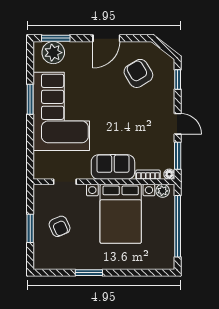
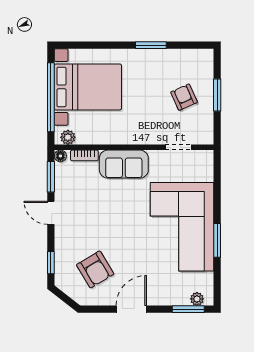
plant: (53, 53) -> (197, 299), width x0.53, depth x0.53
bed with nightstands: (121, 214) -> (88, 87), moved, turned 90

